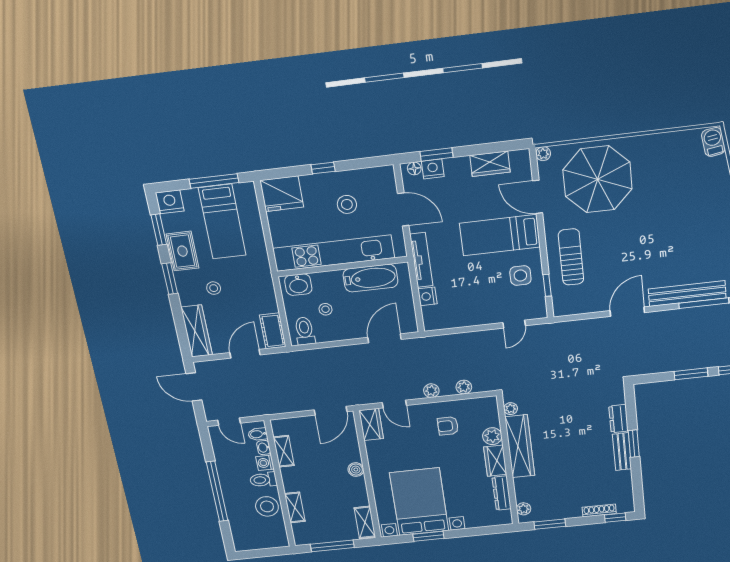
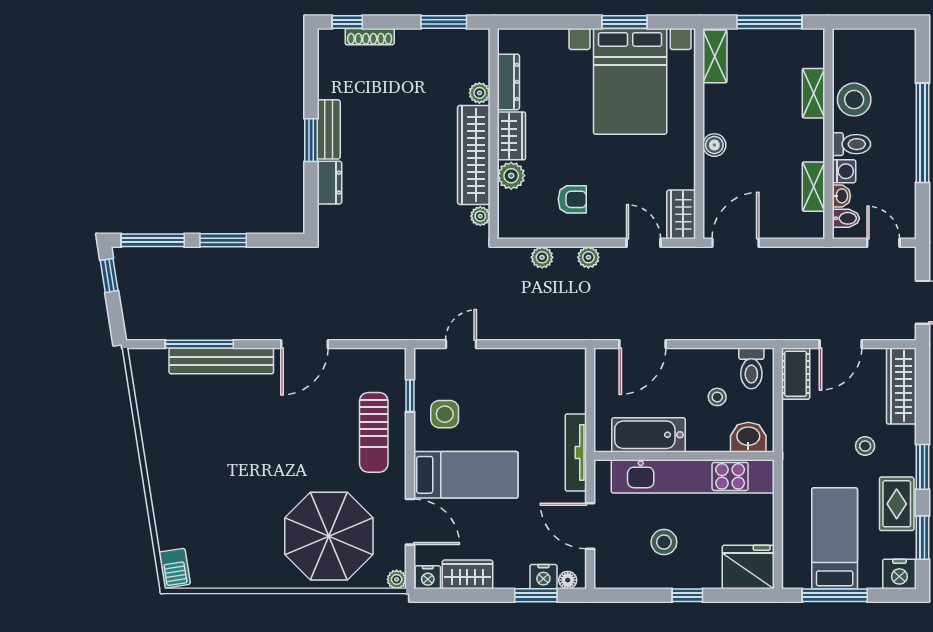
nightstand: (427, 296) -> (428, 577), moved, turned 90
plant: (524, 509) -> (479, 93), moved

